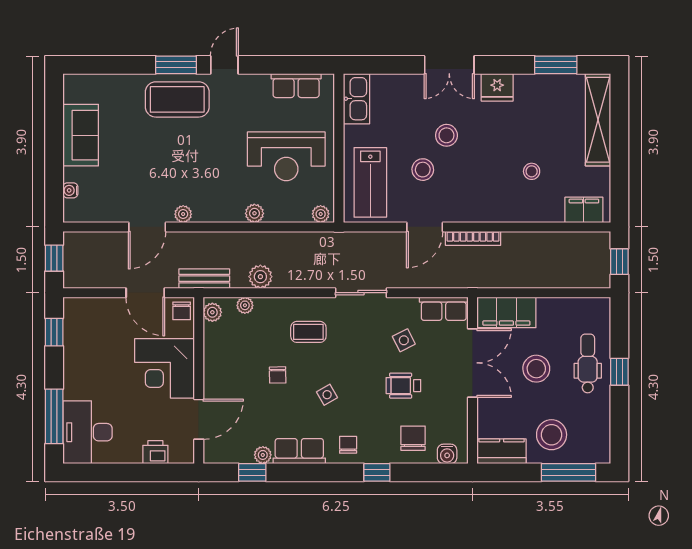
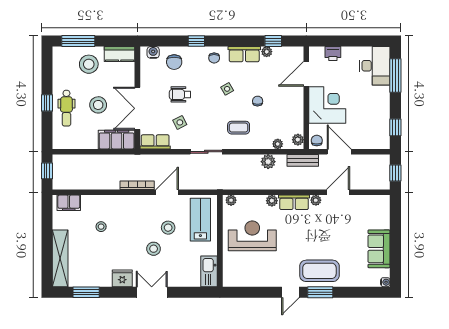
row of seats: (296, 86) -> (294, 202), moved, turned 180
water cooler: (70, 190) -> (385, 282), moved
wheelchair: (403, 386) -> (180, 94), turned 180

